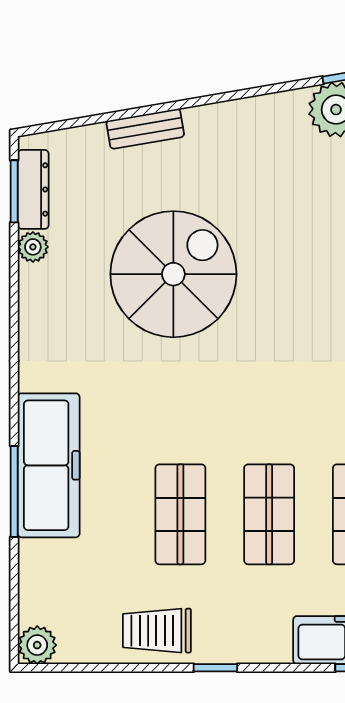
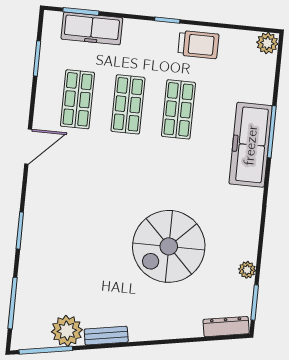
bench: (145, 129) -> (106, 336), moved
dresser: (33, 189) -> (226, 327), moved, turned 80

